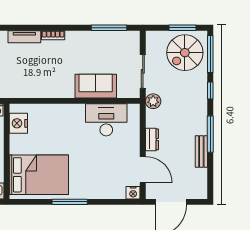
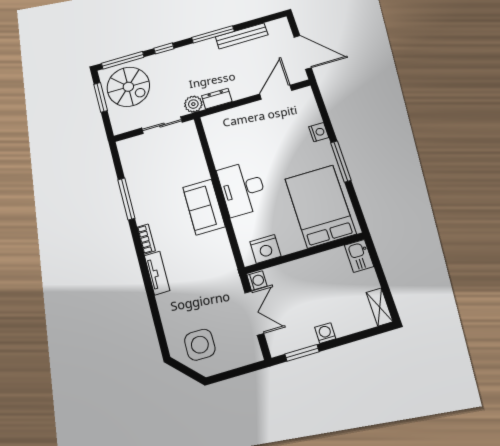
window: (109, 28) -> (126, 199), moved
sofa: (96, 86) -> (204, 207), moved
desk: (106, 120) -> (242, 189), moved
dresser: (152, 139) -> (217, 99), moved
bench: (201, 151) -> (242, 36), width x1.36
nightstand: (133, 193) -> (319, 132), moved

